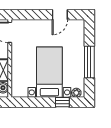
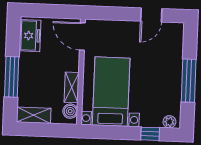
bed with nightstands: (49, 72) -> (111, 92), moved

